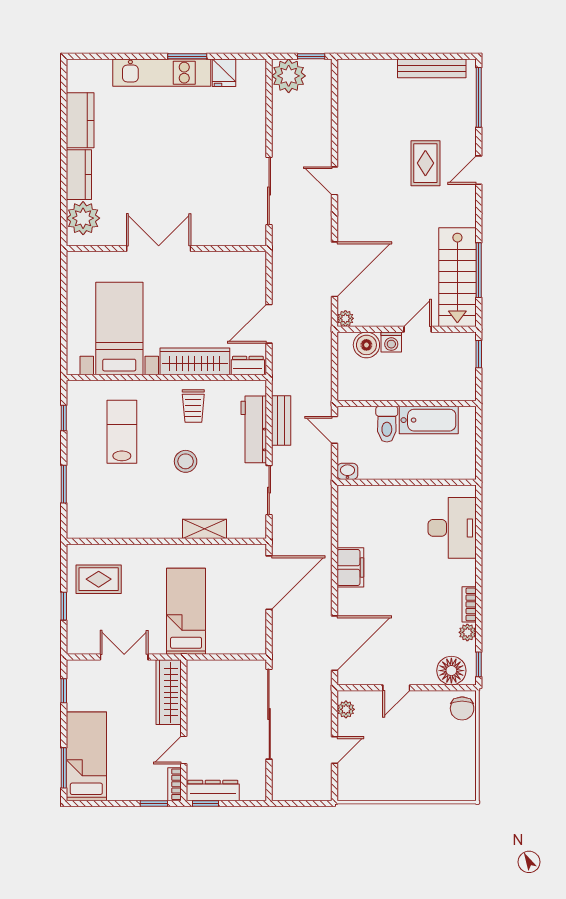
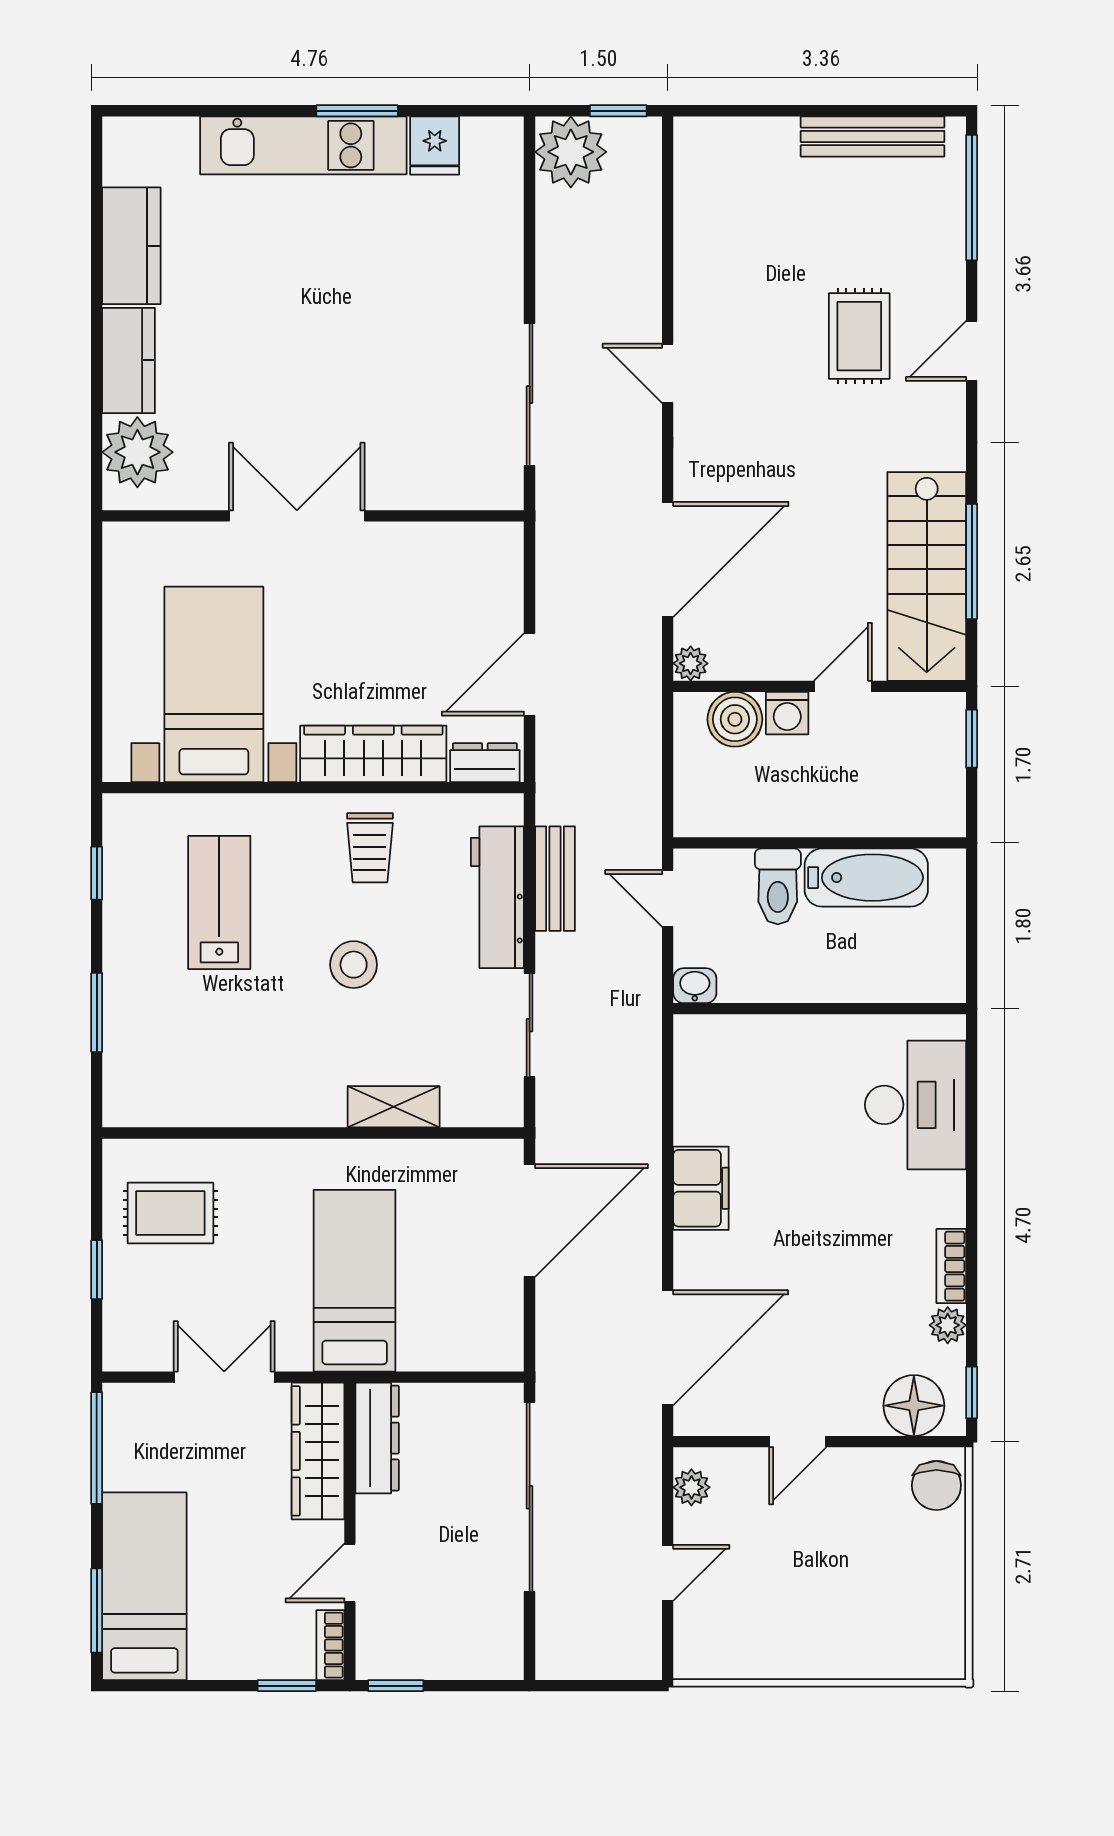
window: (64, 691) -> (97, 1448), width x2.17
dresser: (213, 791) -> (377, 1438), moved, turned 90

